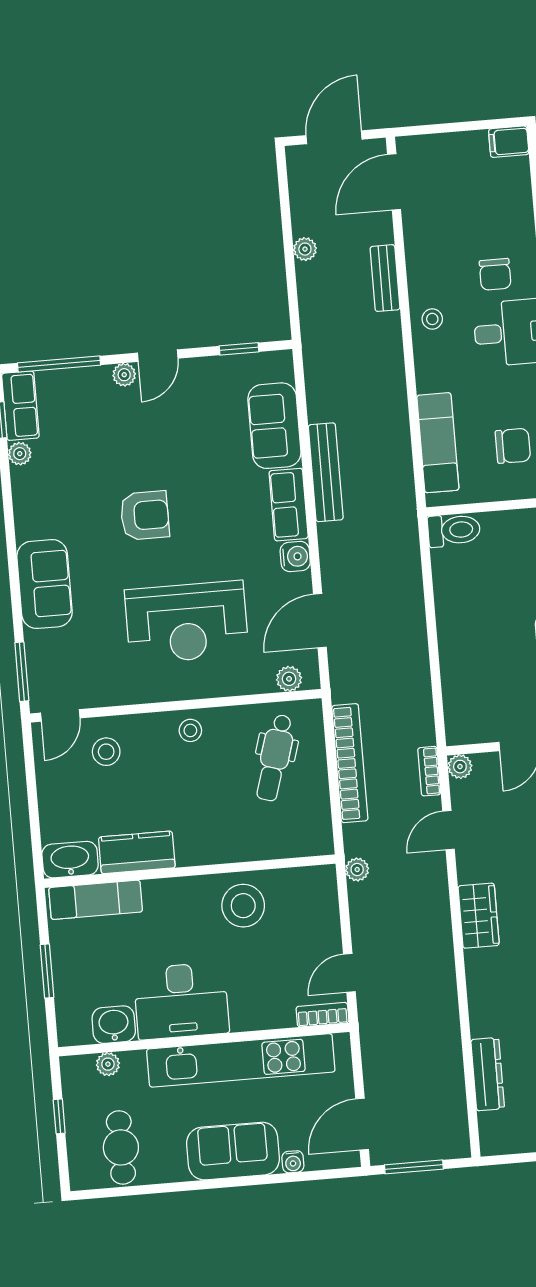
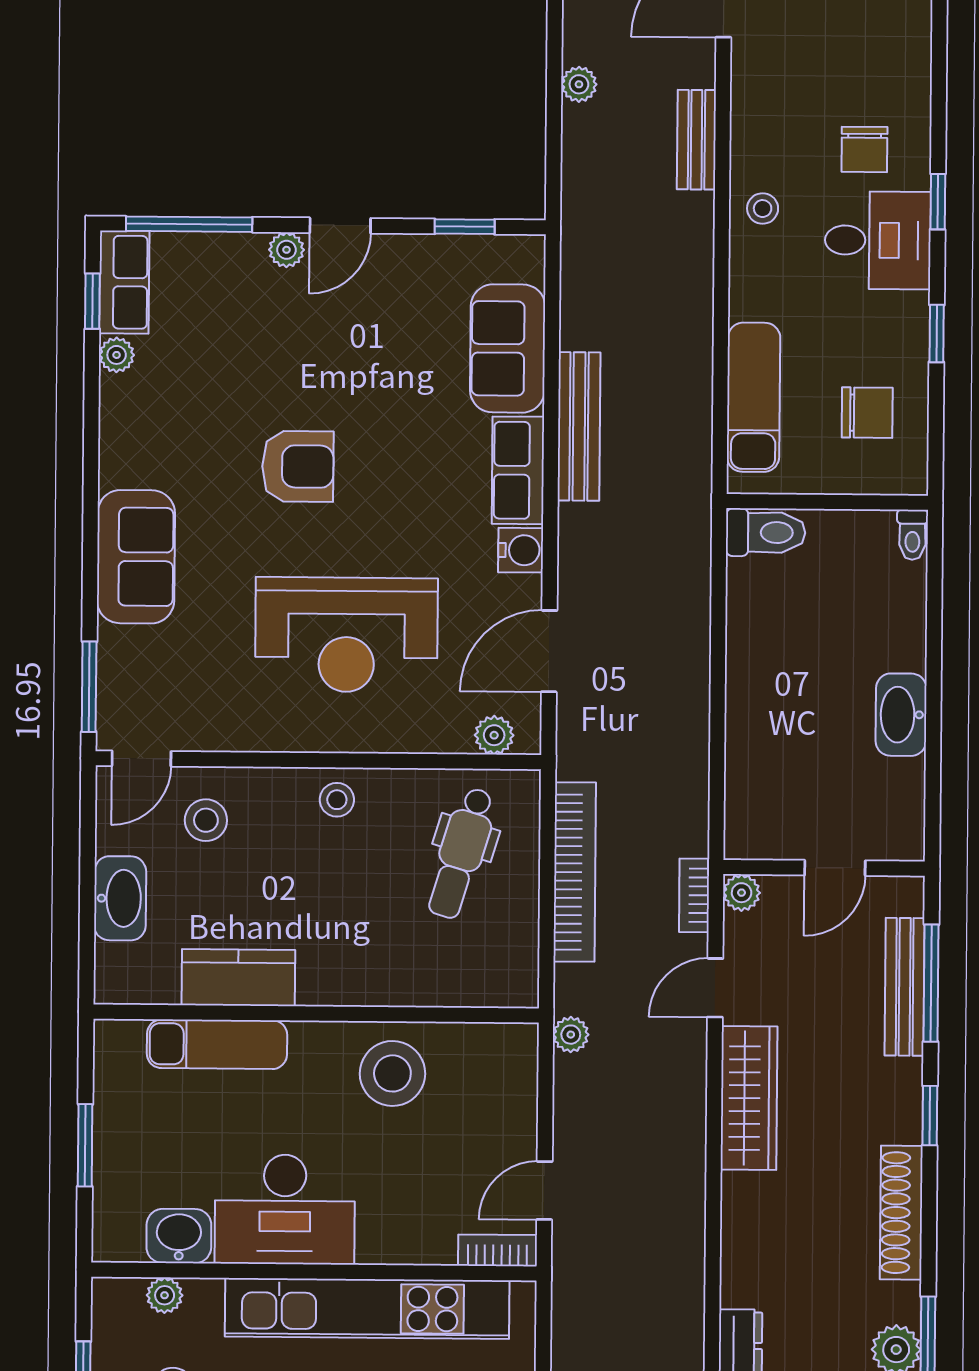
washbasin: (70, 860) -> (120, 898), moved, turned 90
exam couch: (96, 900) -> (217, 1044), moved
wardrobe: (479, 916) -> (749, 1098), width x1.50

